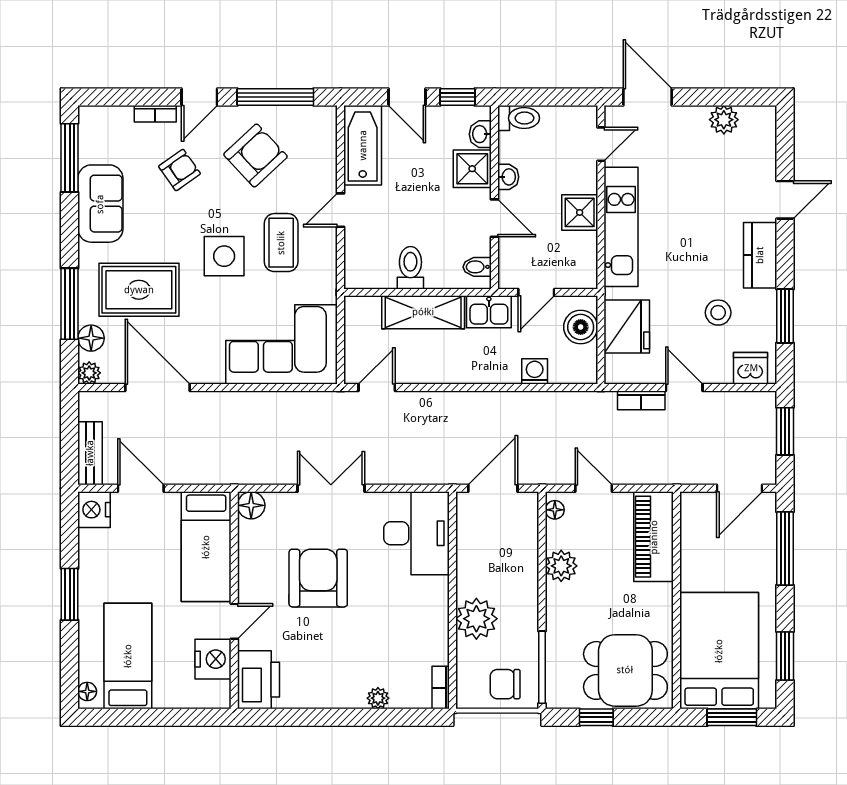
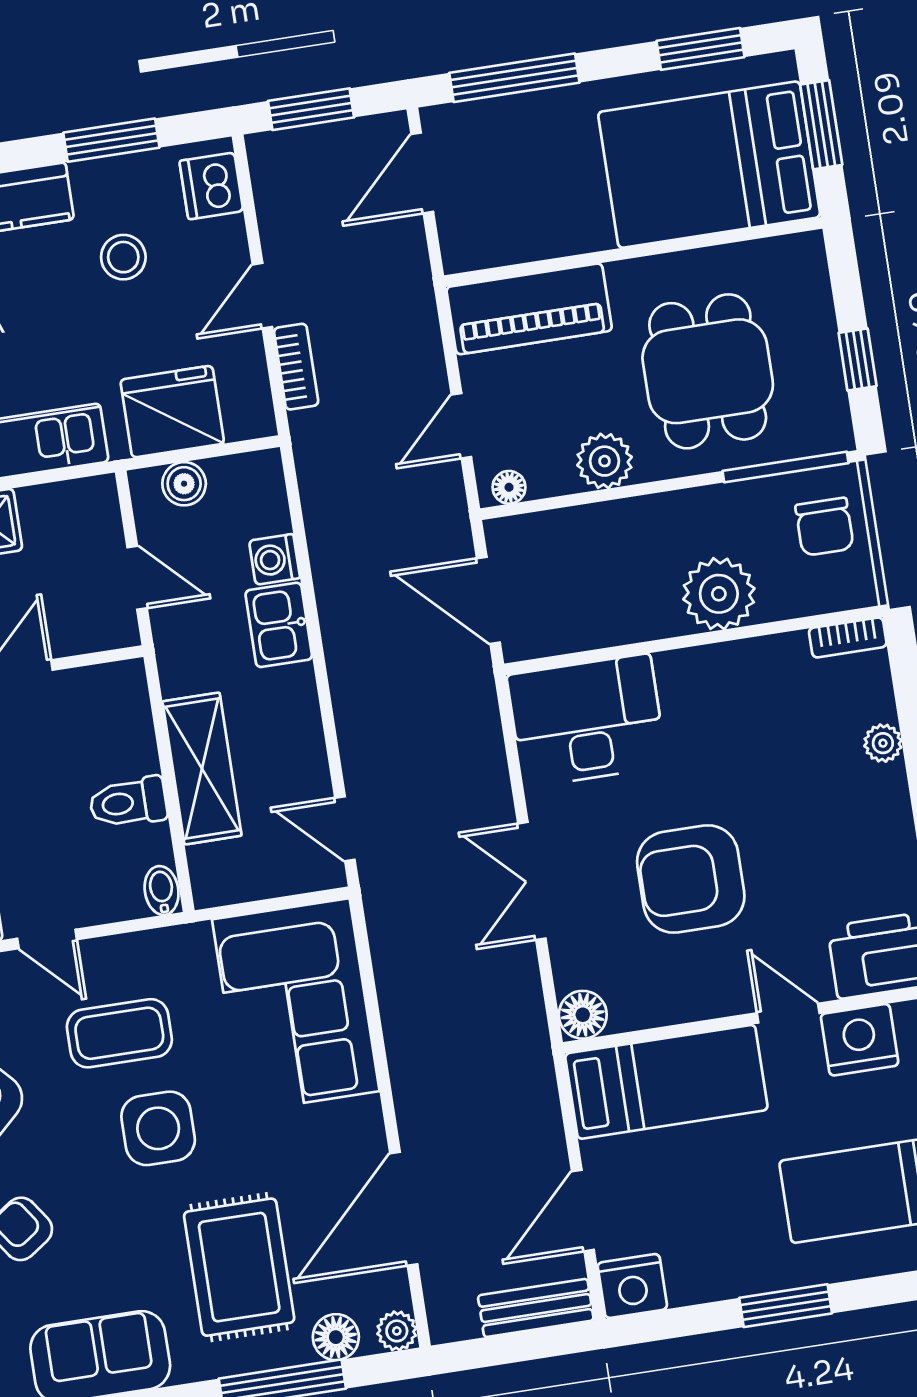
bidet: (477, 267) -> (162, 890), moved, turned 180
kitchen sink: (489, 312) -> (279, 625), moved, turned 180
boiler: (581, 327) -> (184, 484), width x0.73, depth x0.73
door: (739, 488) -> (422, 173), swing flipped
dining table: (625, 670) -> (708, 371), moved

